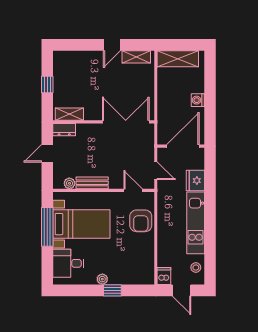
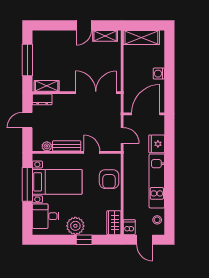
window: (47, 85) -> (27, 60), width x2.17
door: (133, 190) -> (92, 152), moved
wardrobe: (146, 271) -> (114, 223), added
plant: (102, 279) -> (75, 226), width x1.87, depth x1.87

